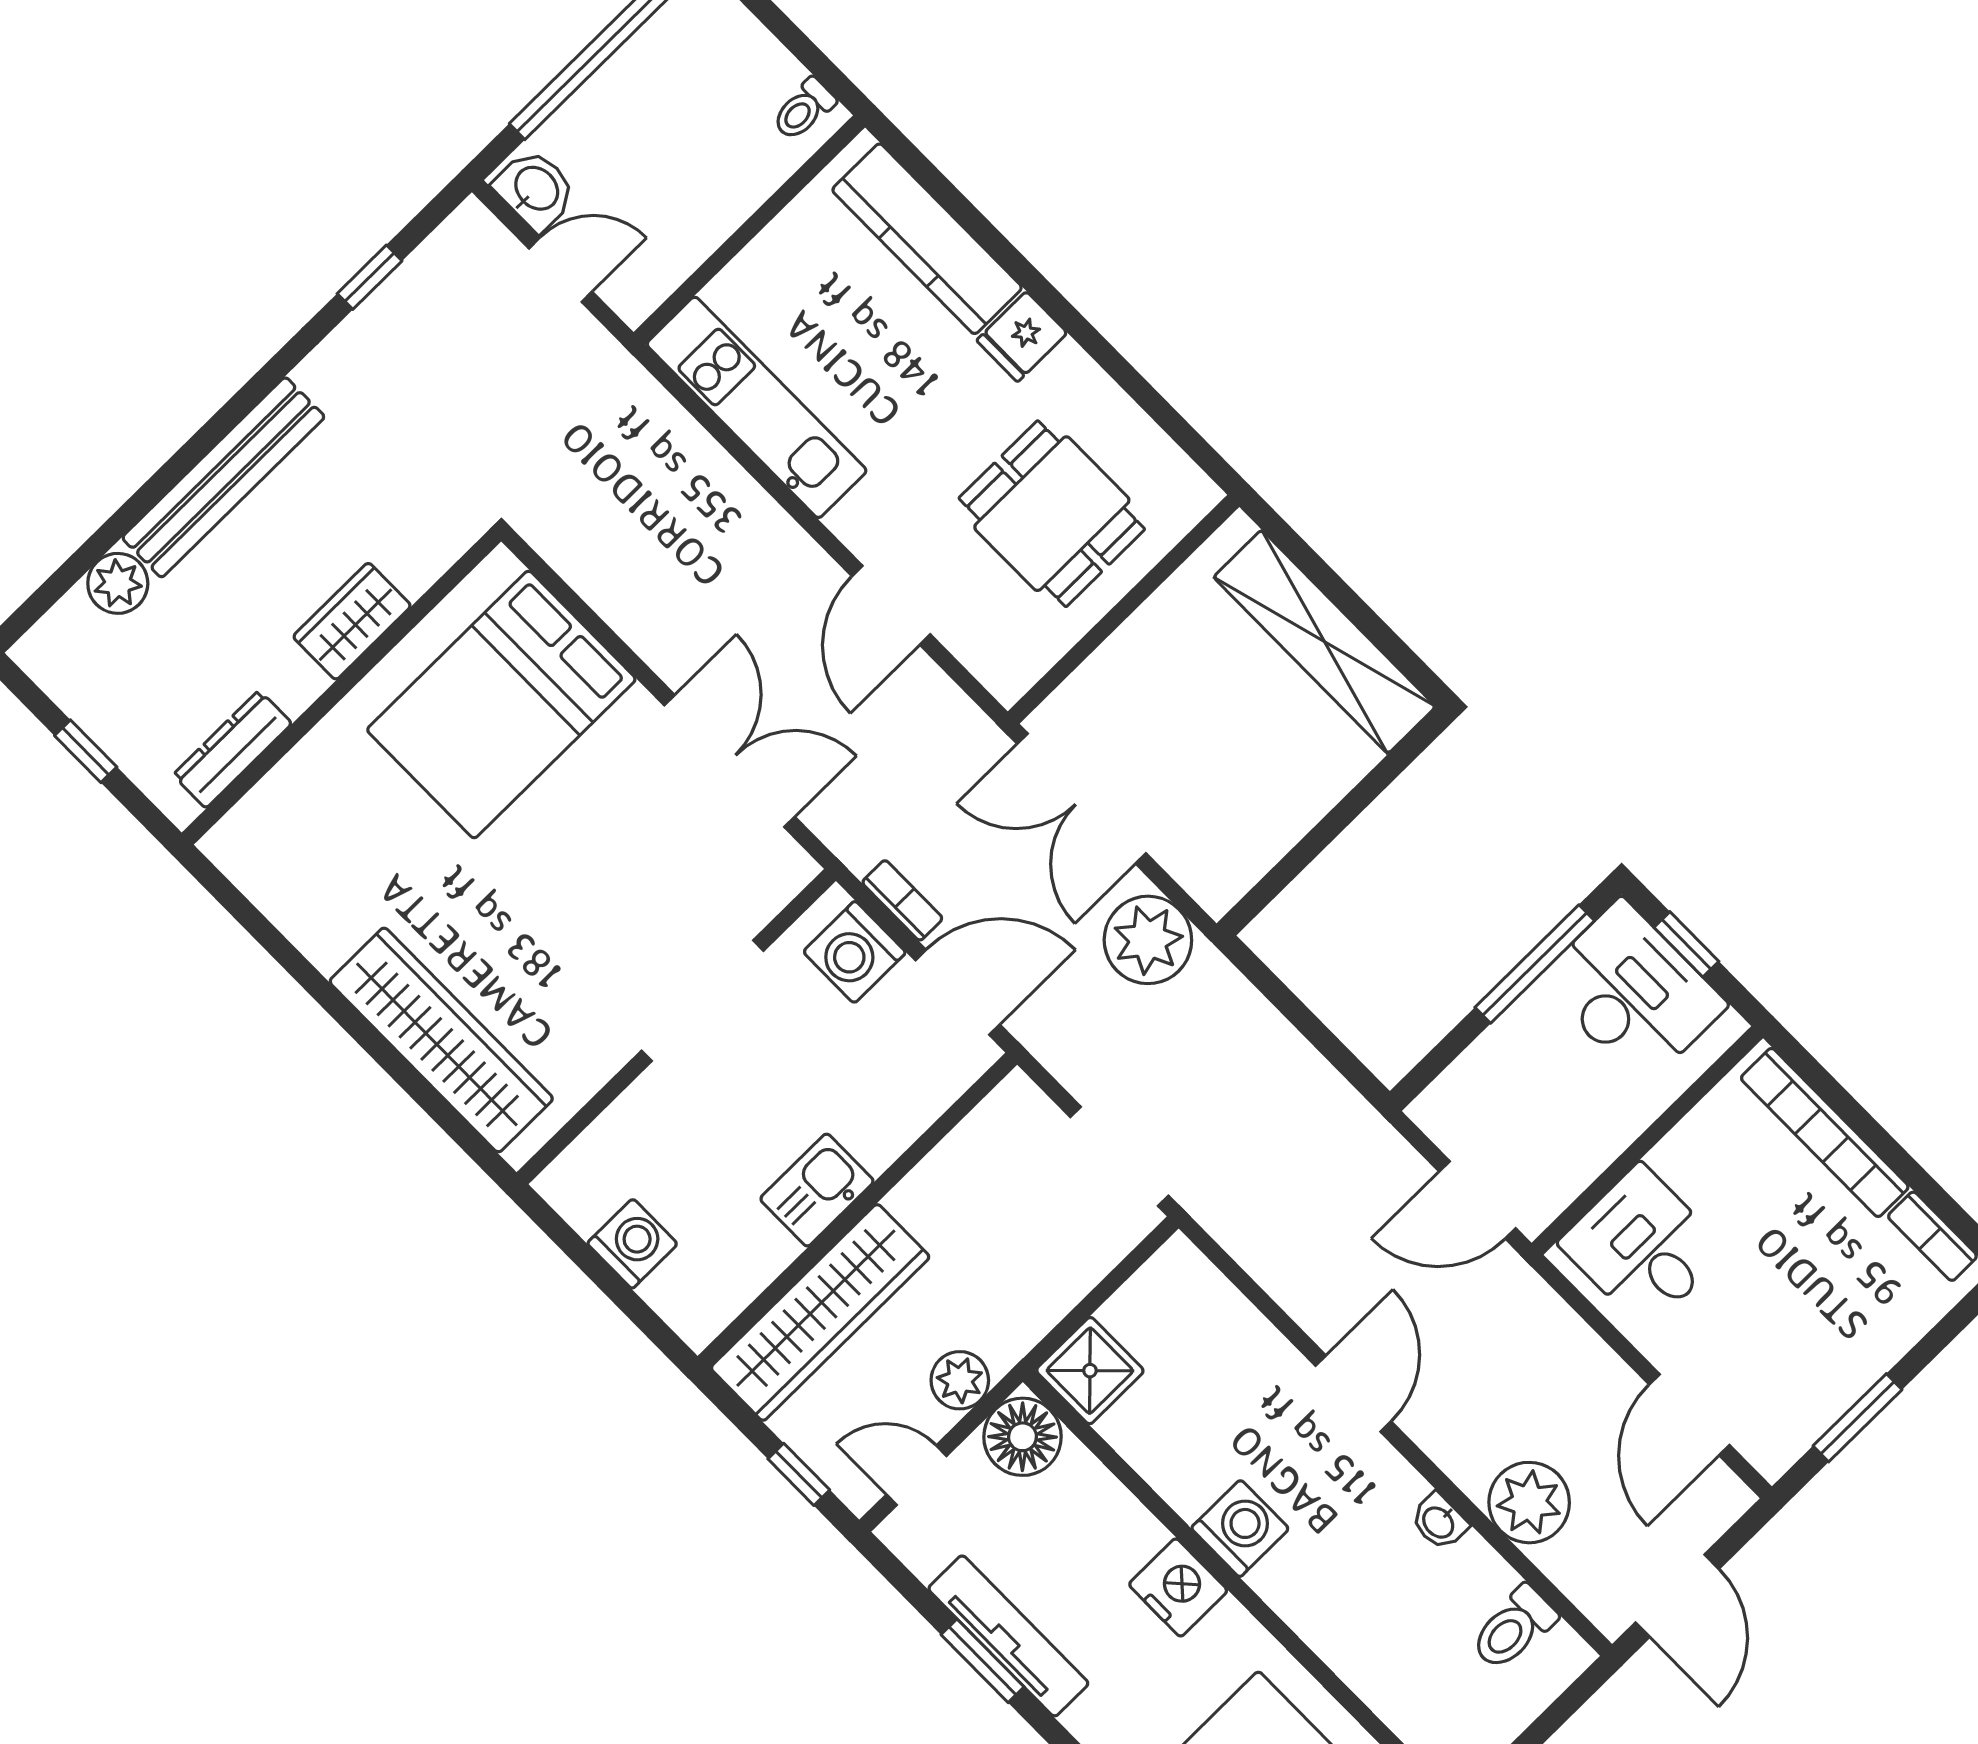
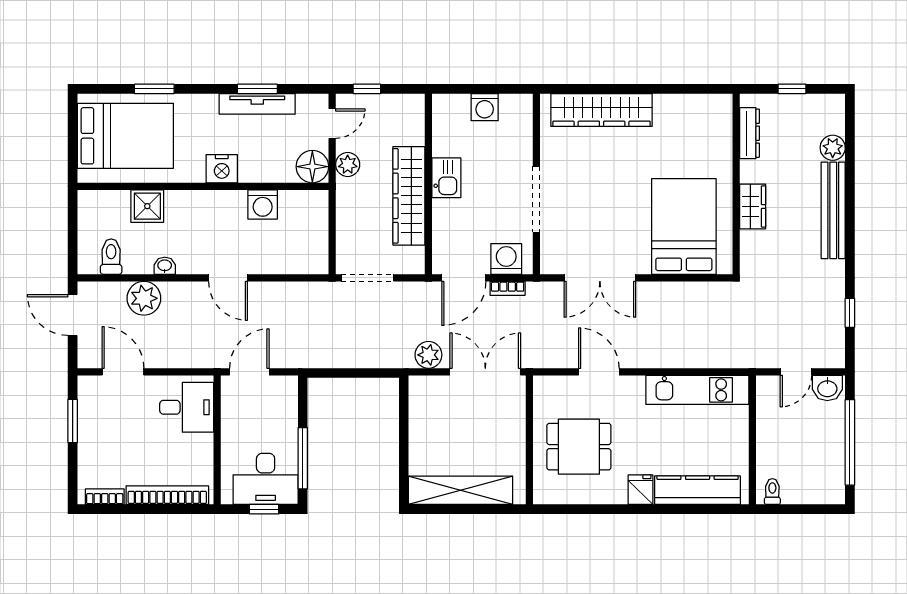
plant: (1148, 940) -> (428, 355), width x0.73, depth x0.73
wardrobe: (820, 1312) -> (409, 196), moved
shower: (1090, 1371) -> (147, 206), moved
washing machine: (1240, 1528) -> (263, 204), moved

